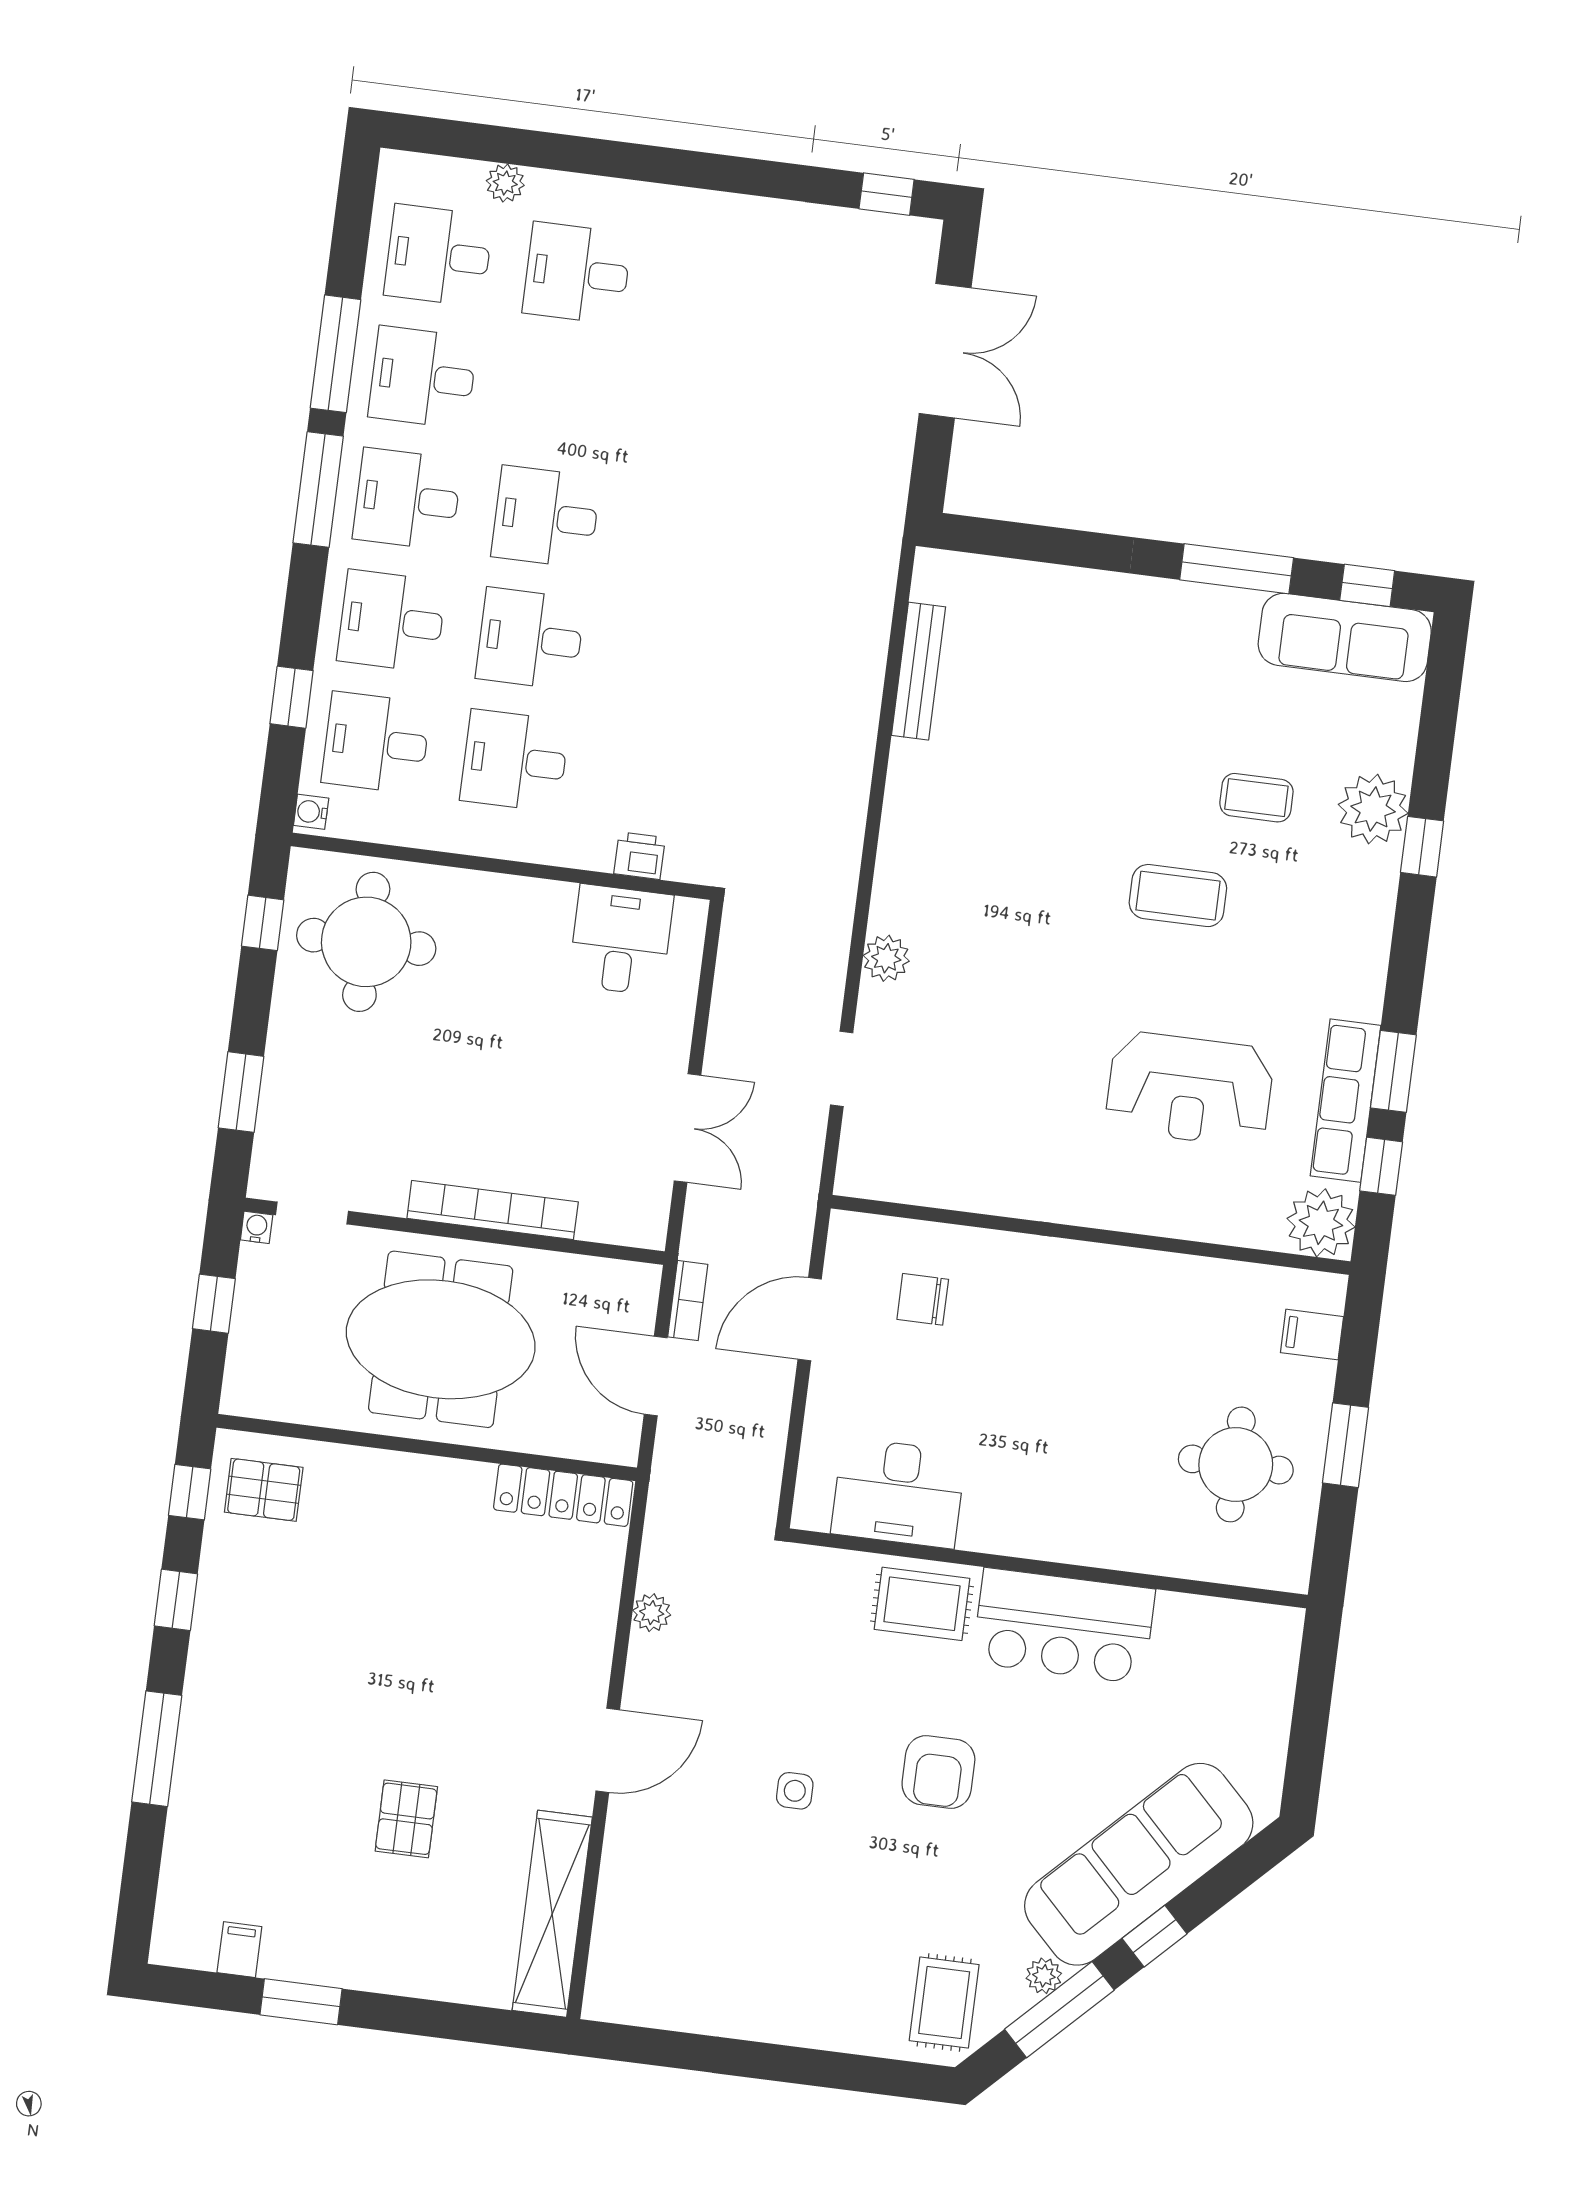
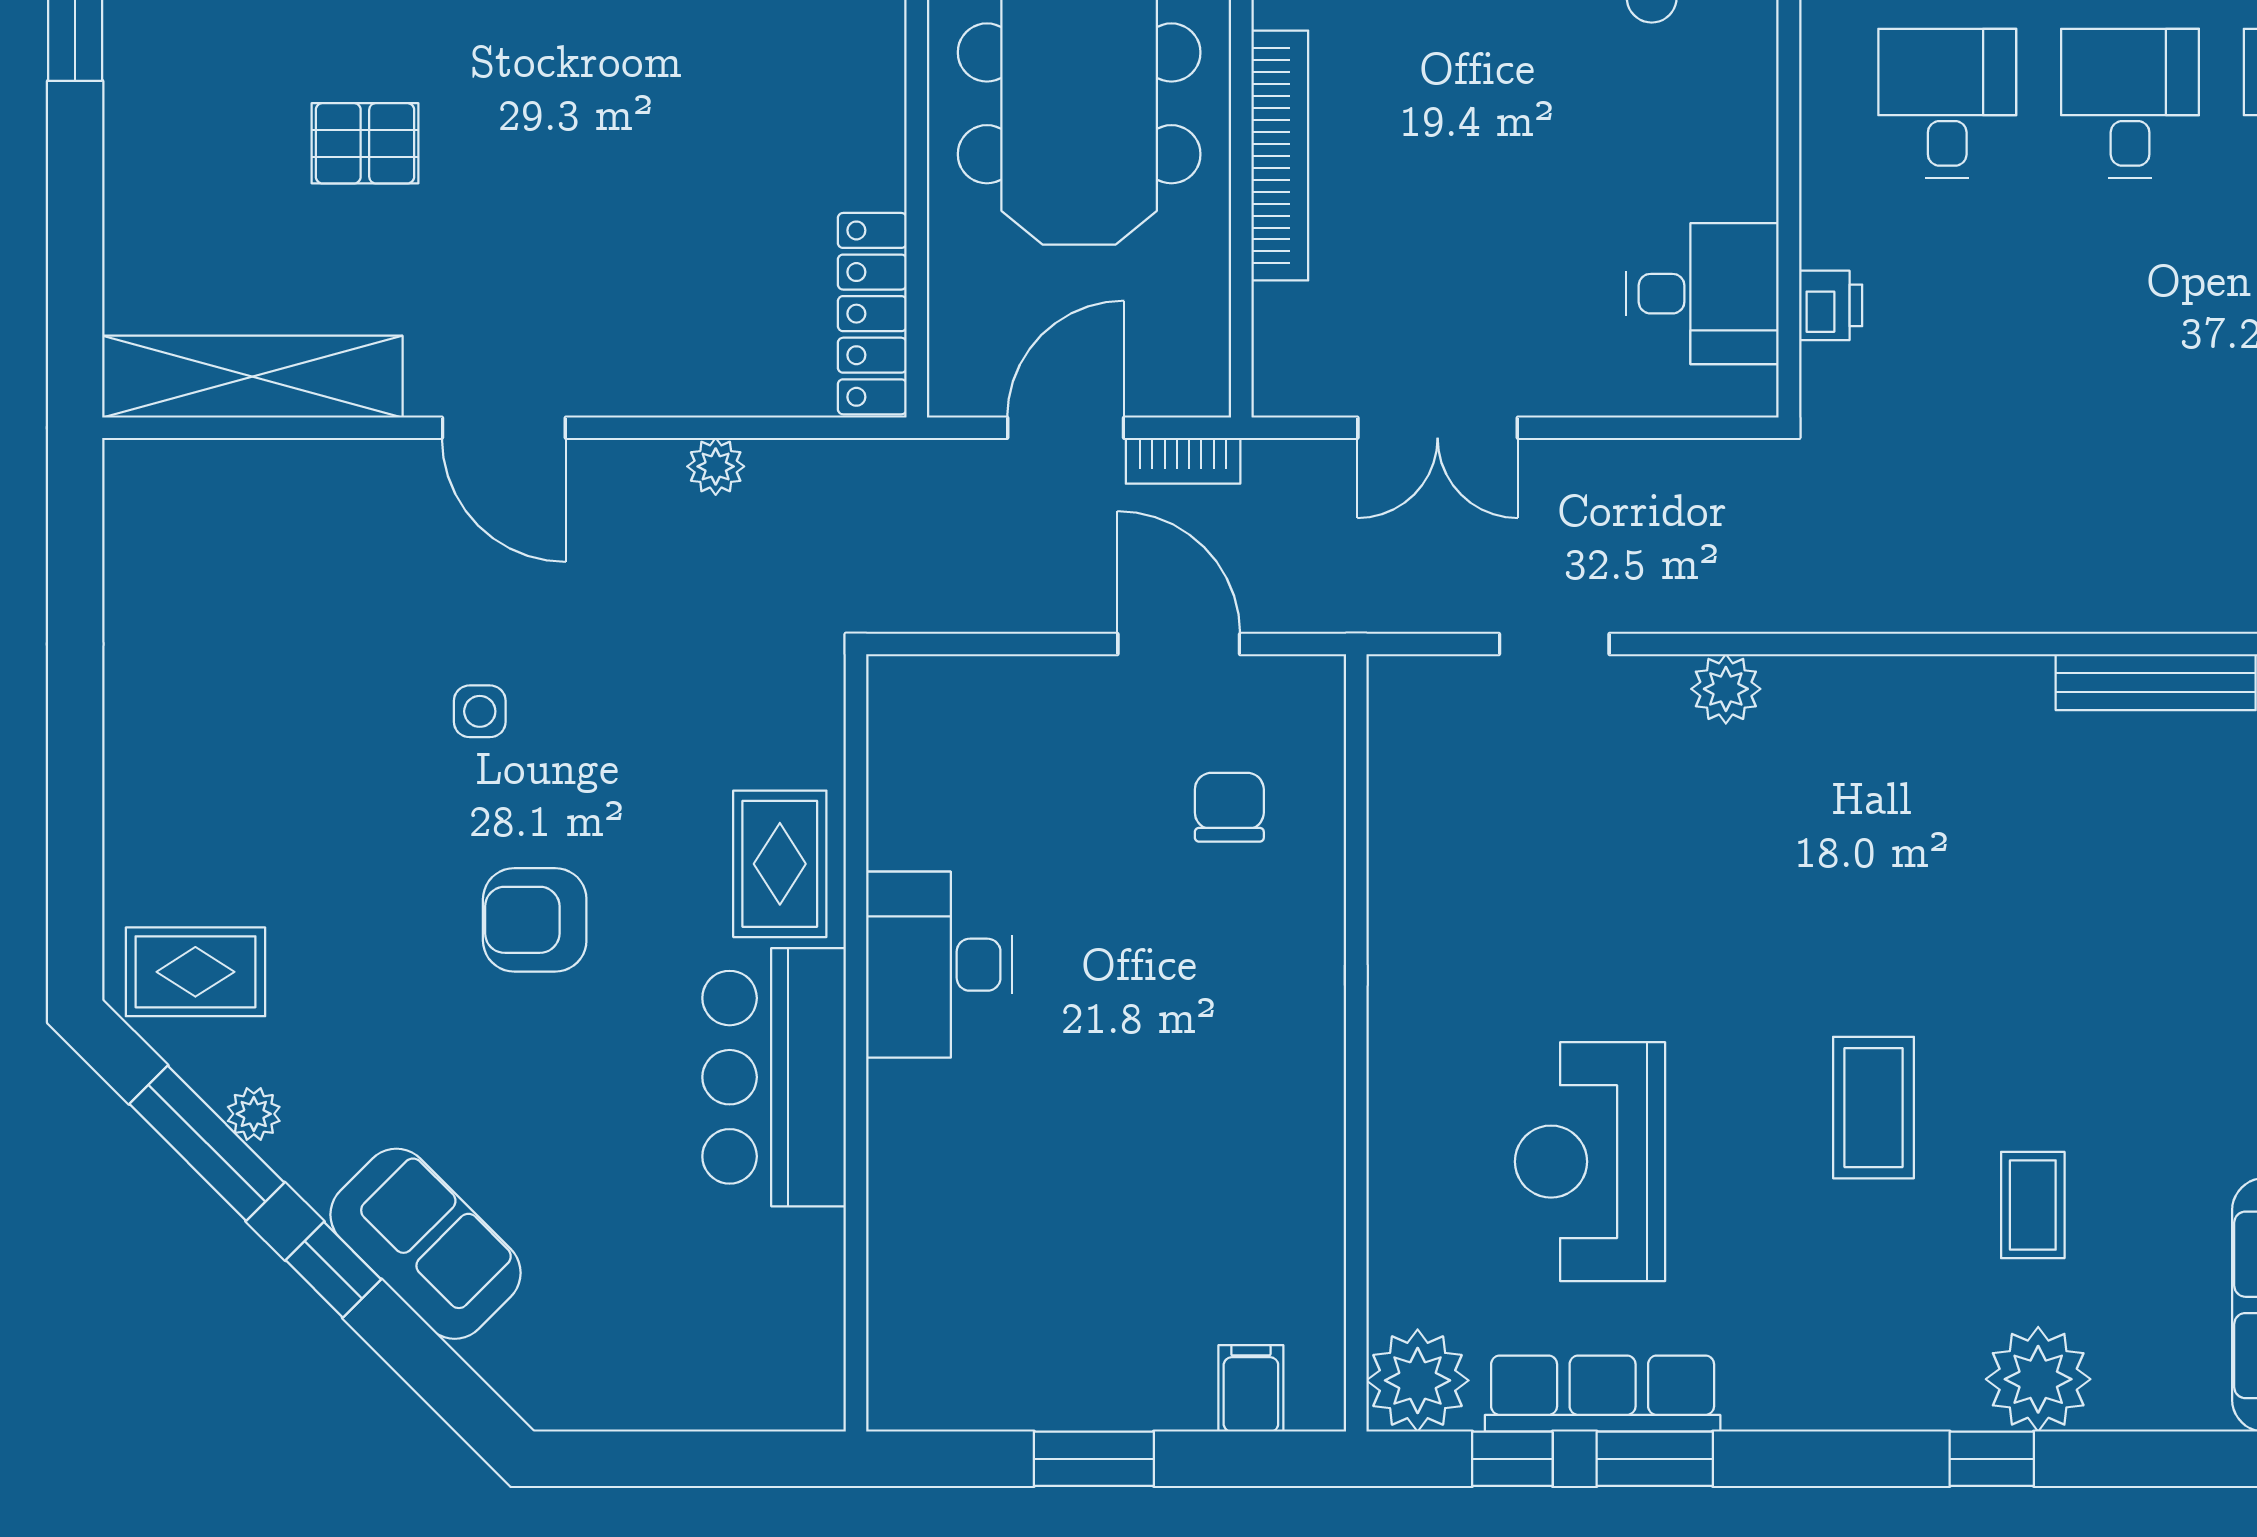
round table: (1236, 1464) -> (1045, 1301), removed
desk: (898, 1493) -> (939, 965), moved
sofa: (1139, 1864) -> (426, 1244), width x0.54, depth x0.79

